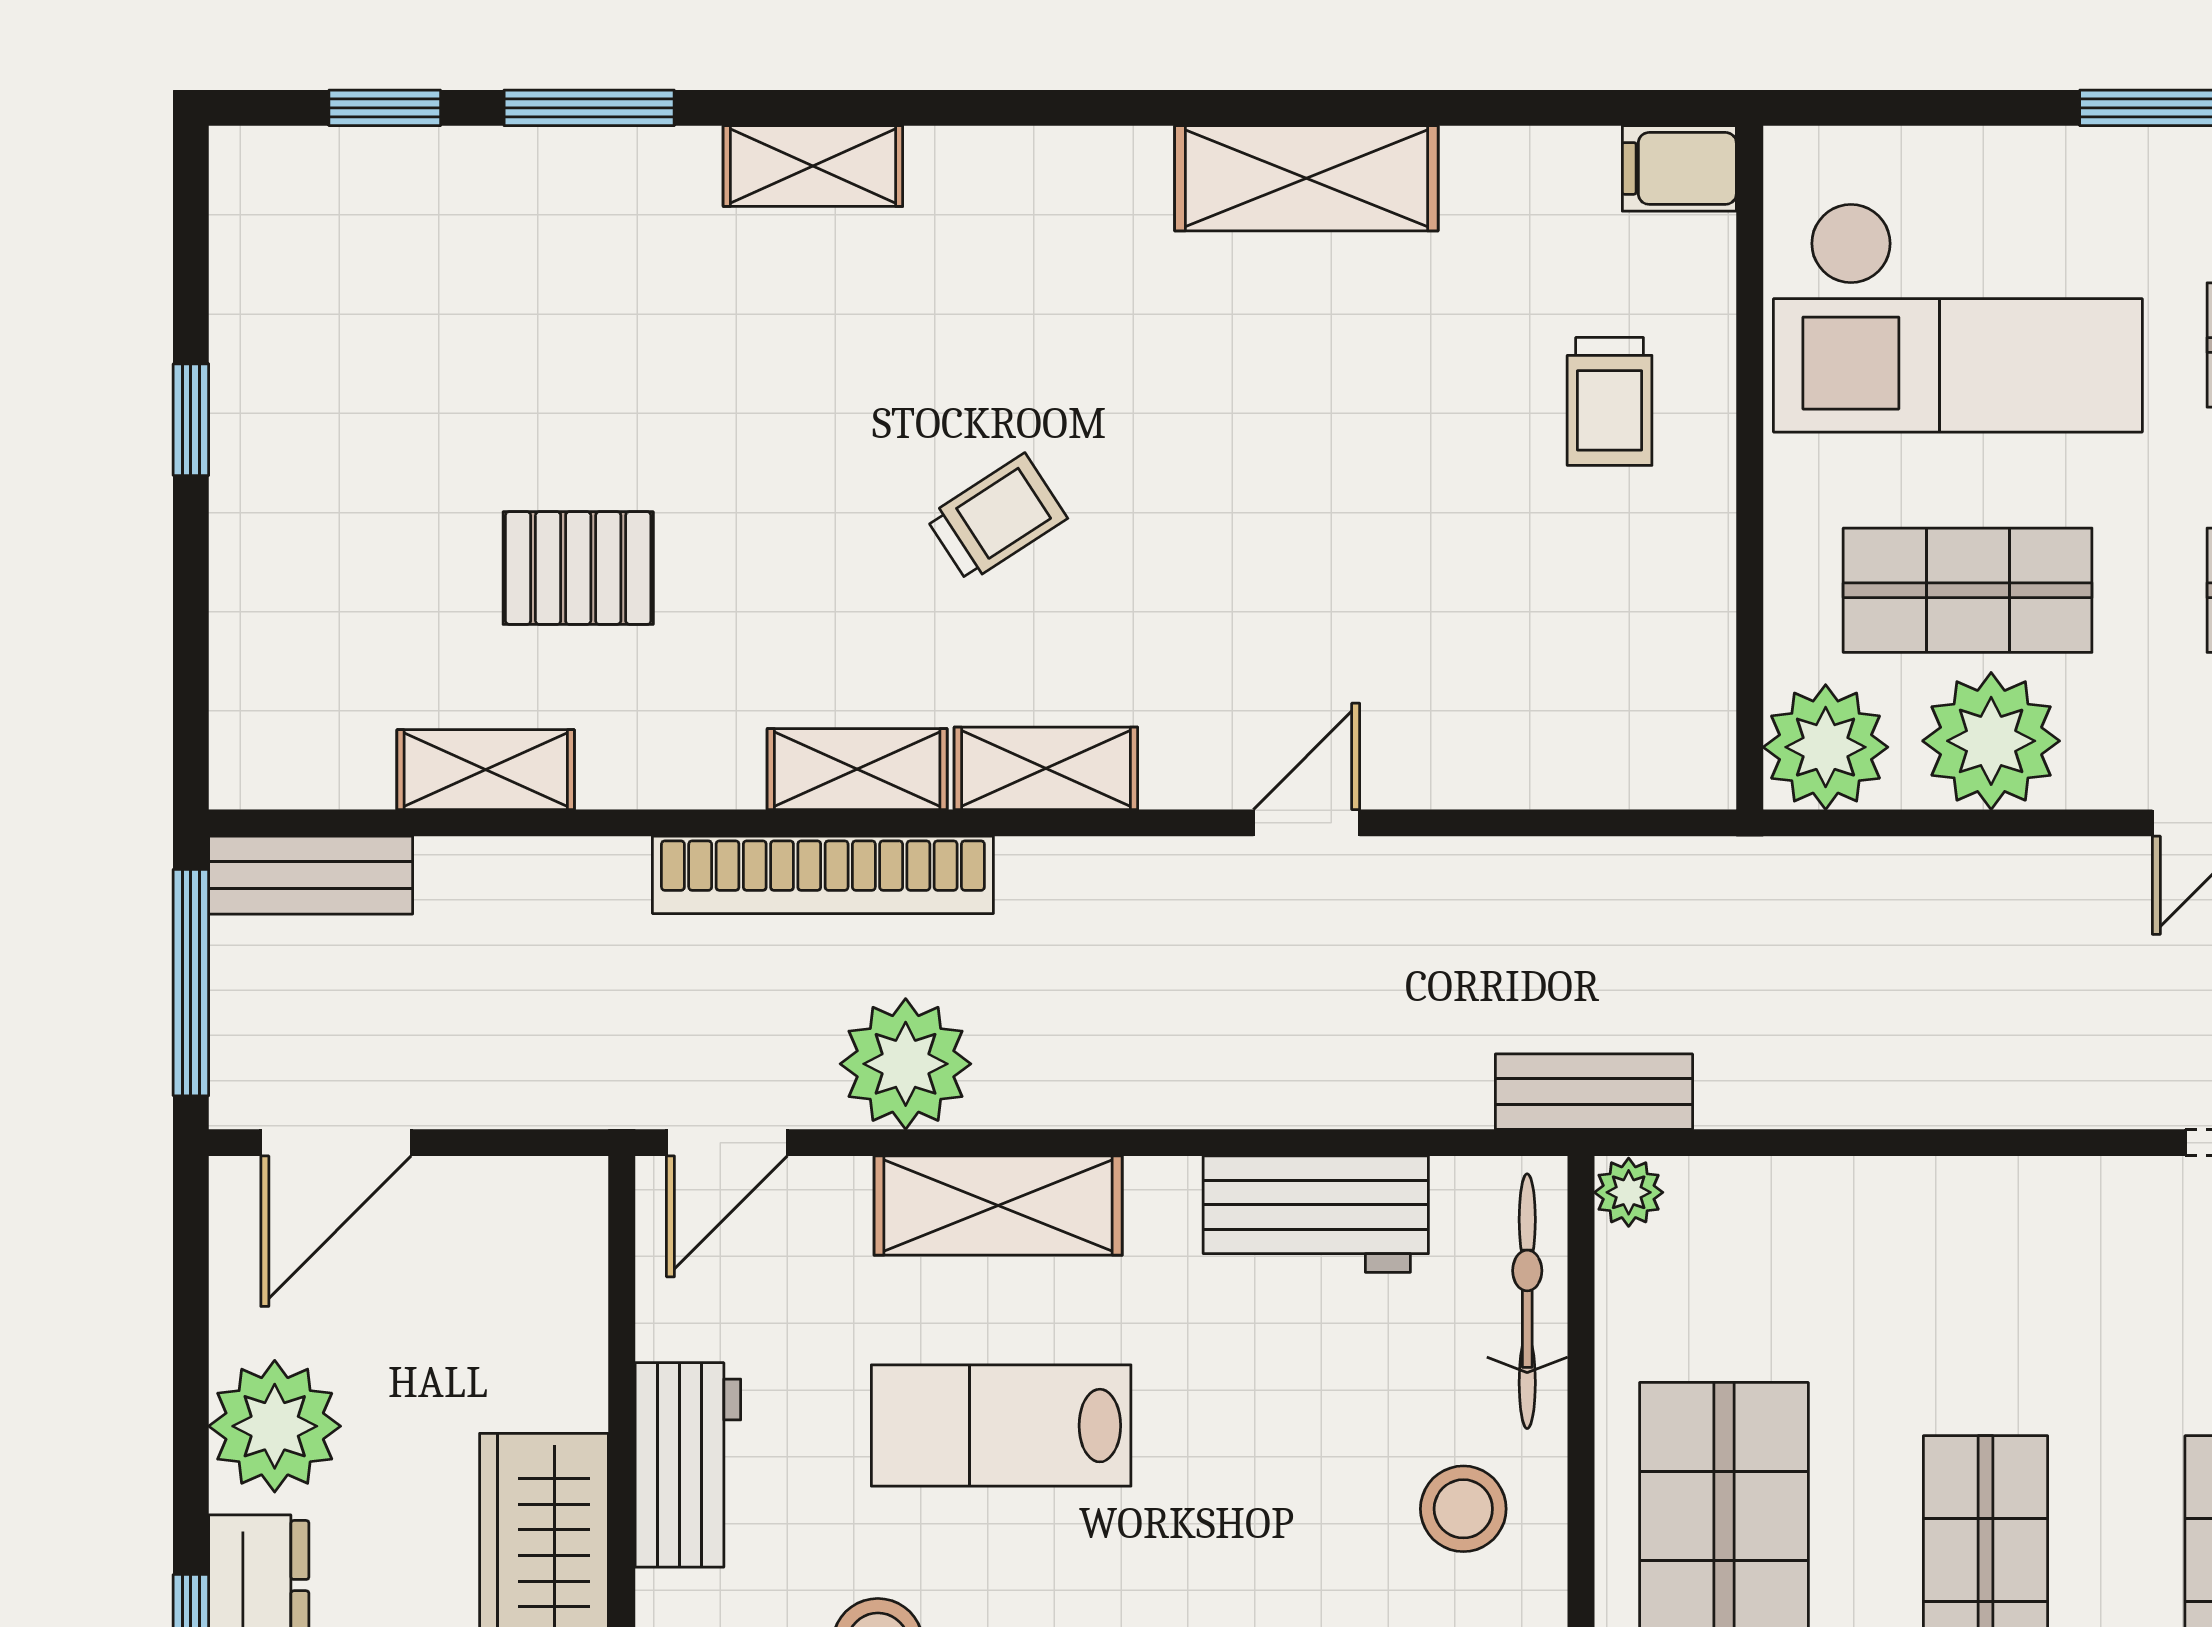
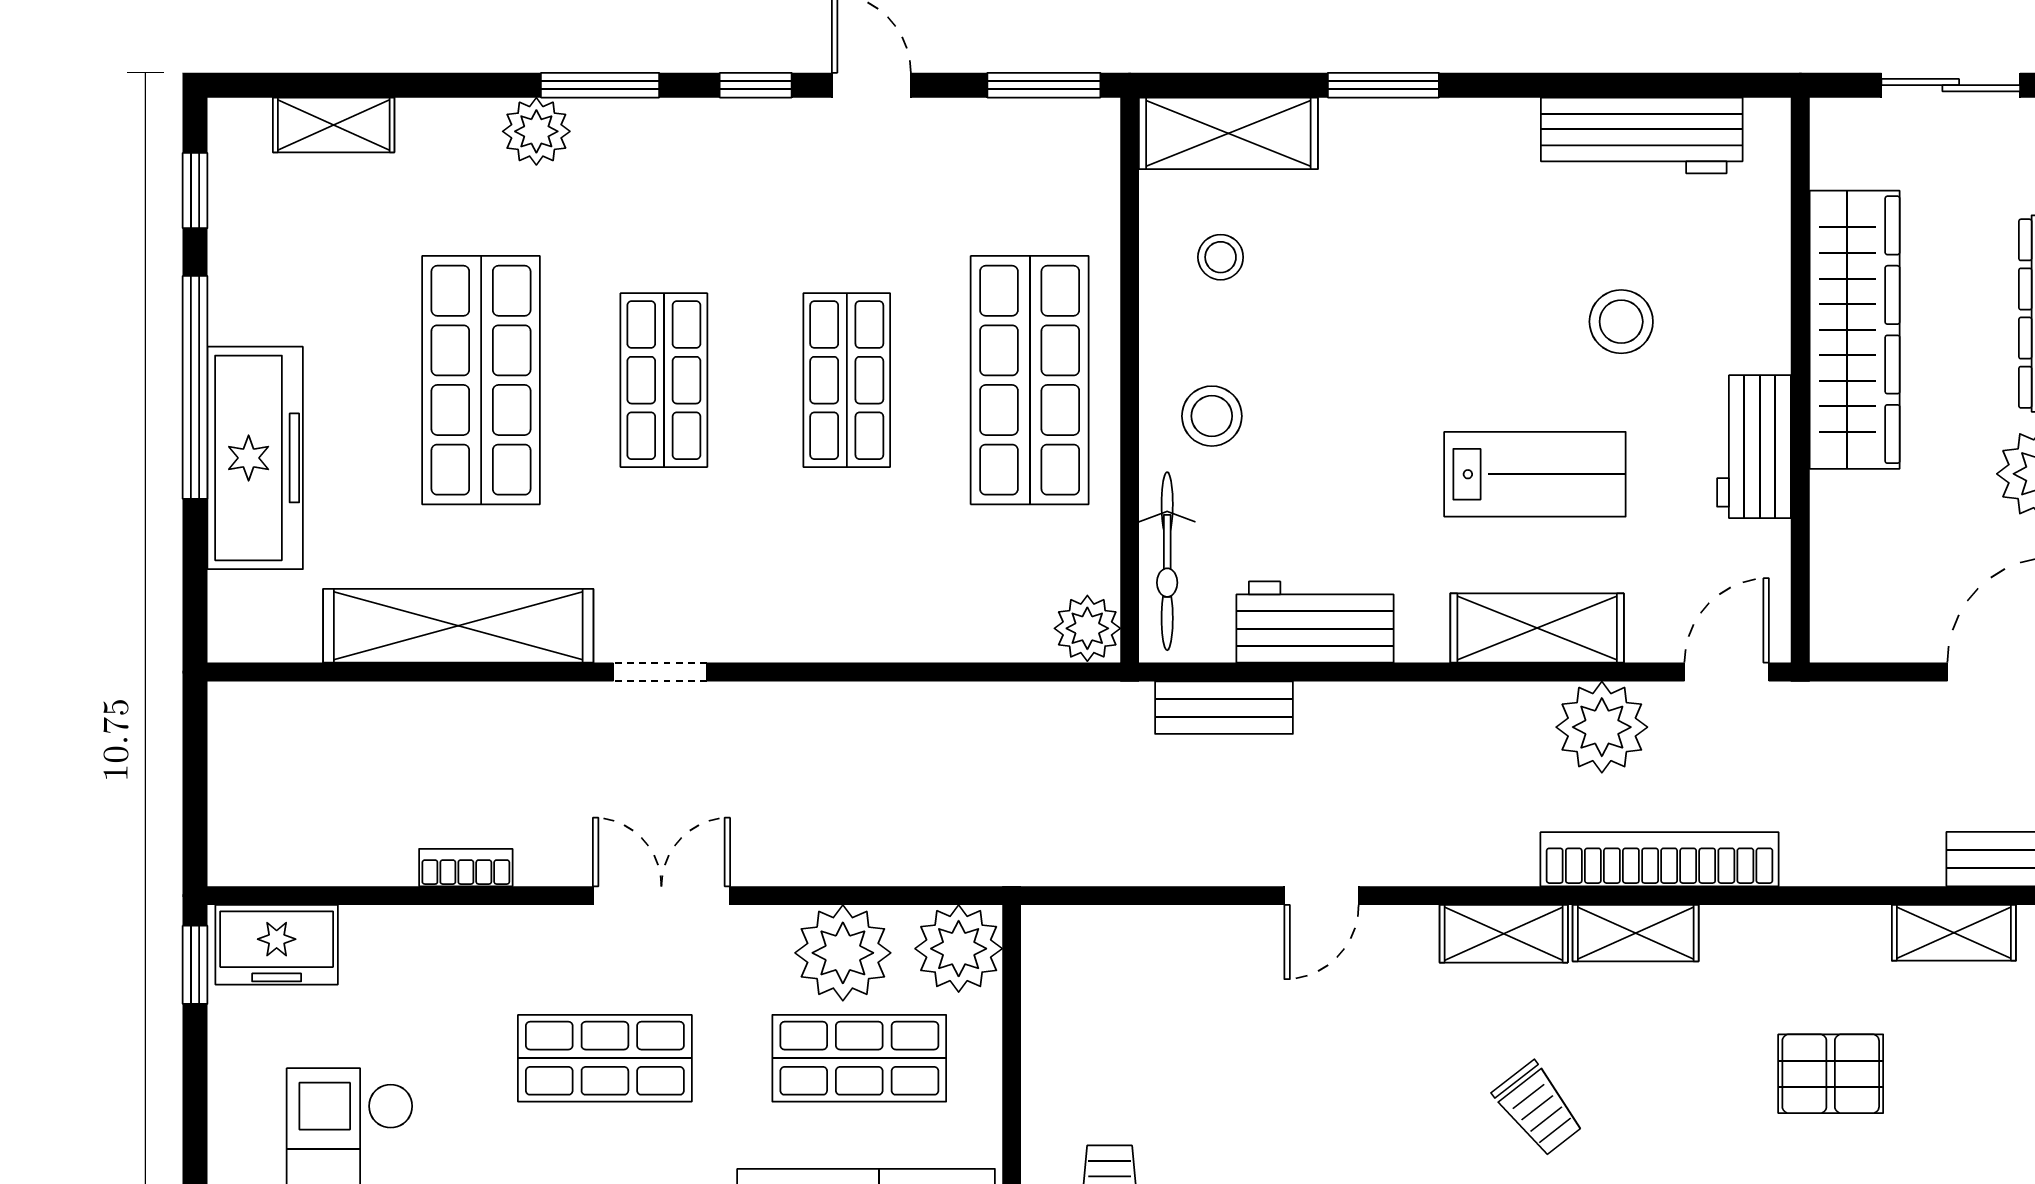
trolley: (997, 518) -> (1538, 1109), turned -95
shelving: (486, 770) -> (1954, 933), moved
bench: (1594, 1092) -> (1224, 708), moved
plant: (1629, 1192) -> (1087, 628), width x1.38, depth x1.38

